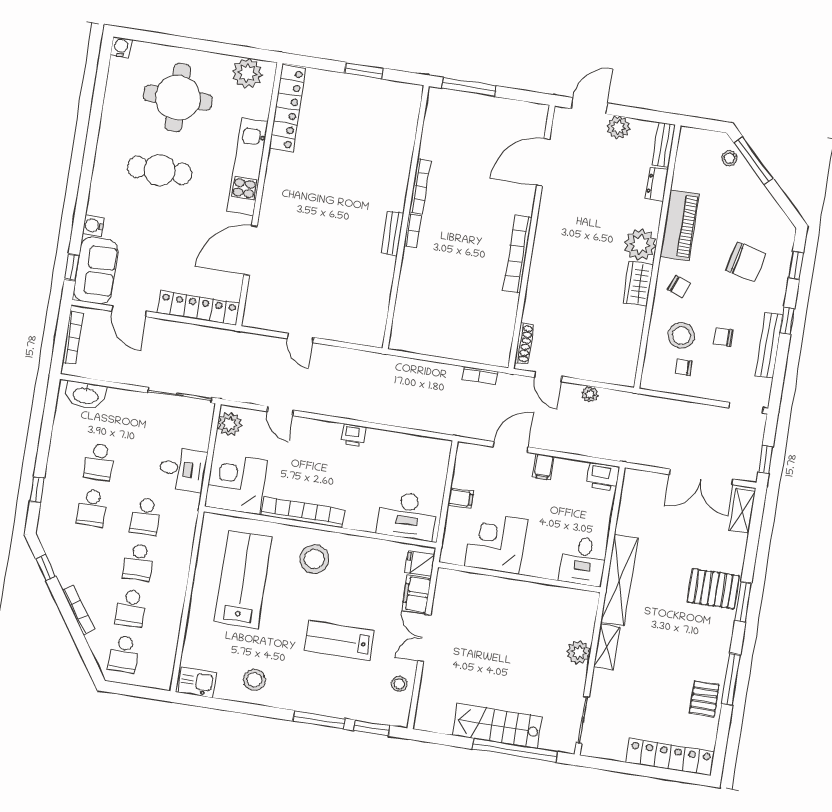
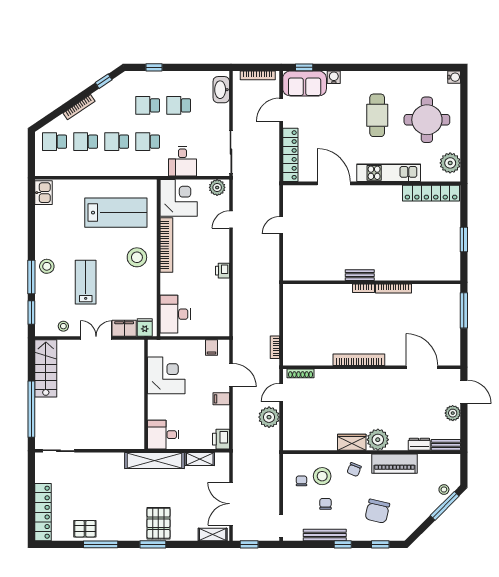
plant: (590, 394) -> (269, 417), width x1.88, depth x1.88
filing cabinet: (461, 498) -> (212, 347), moved
shelving: (607, 647) -> (200, 459), moved
plant: (579, 652) -> (103, 441), removed
stool: (254, 680) -> (47, 266), moved
stairs: (497, 726) -> (46, 368), moved

